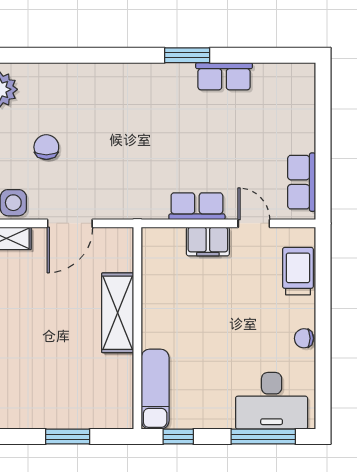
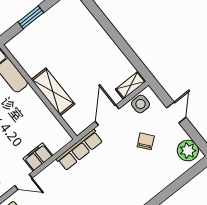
chair: (46, 147) -> (146, 141), turned -129
row of seats: (197, 206) -> (80, 150), moved, width x1.48

